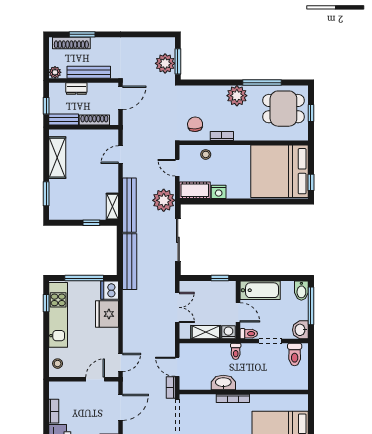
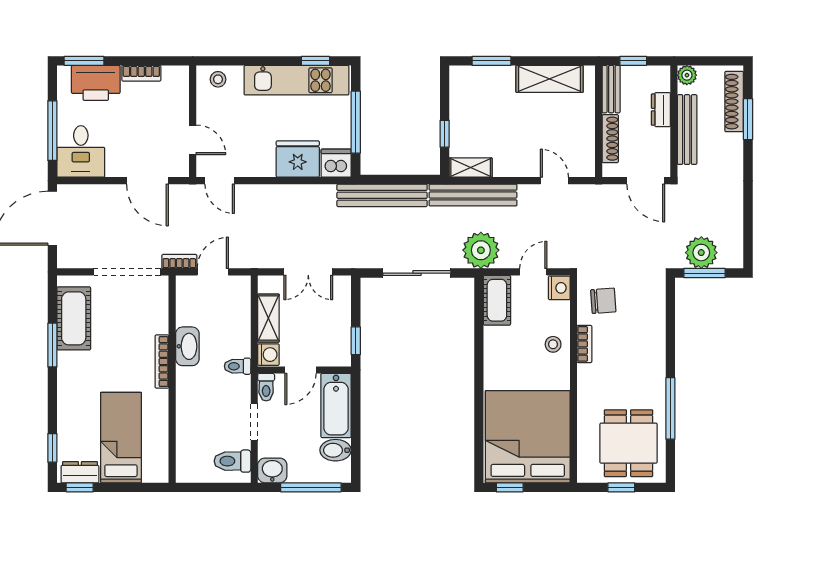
plant: (237, 96) -> (649, 368), removed
stool: (206, 154) -> (553, 344), moved
nightstand: (219, 192) -> (559, 288), moved, turned 180
bidet: (301, 291) -> (336, 450), moved

